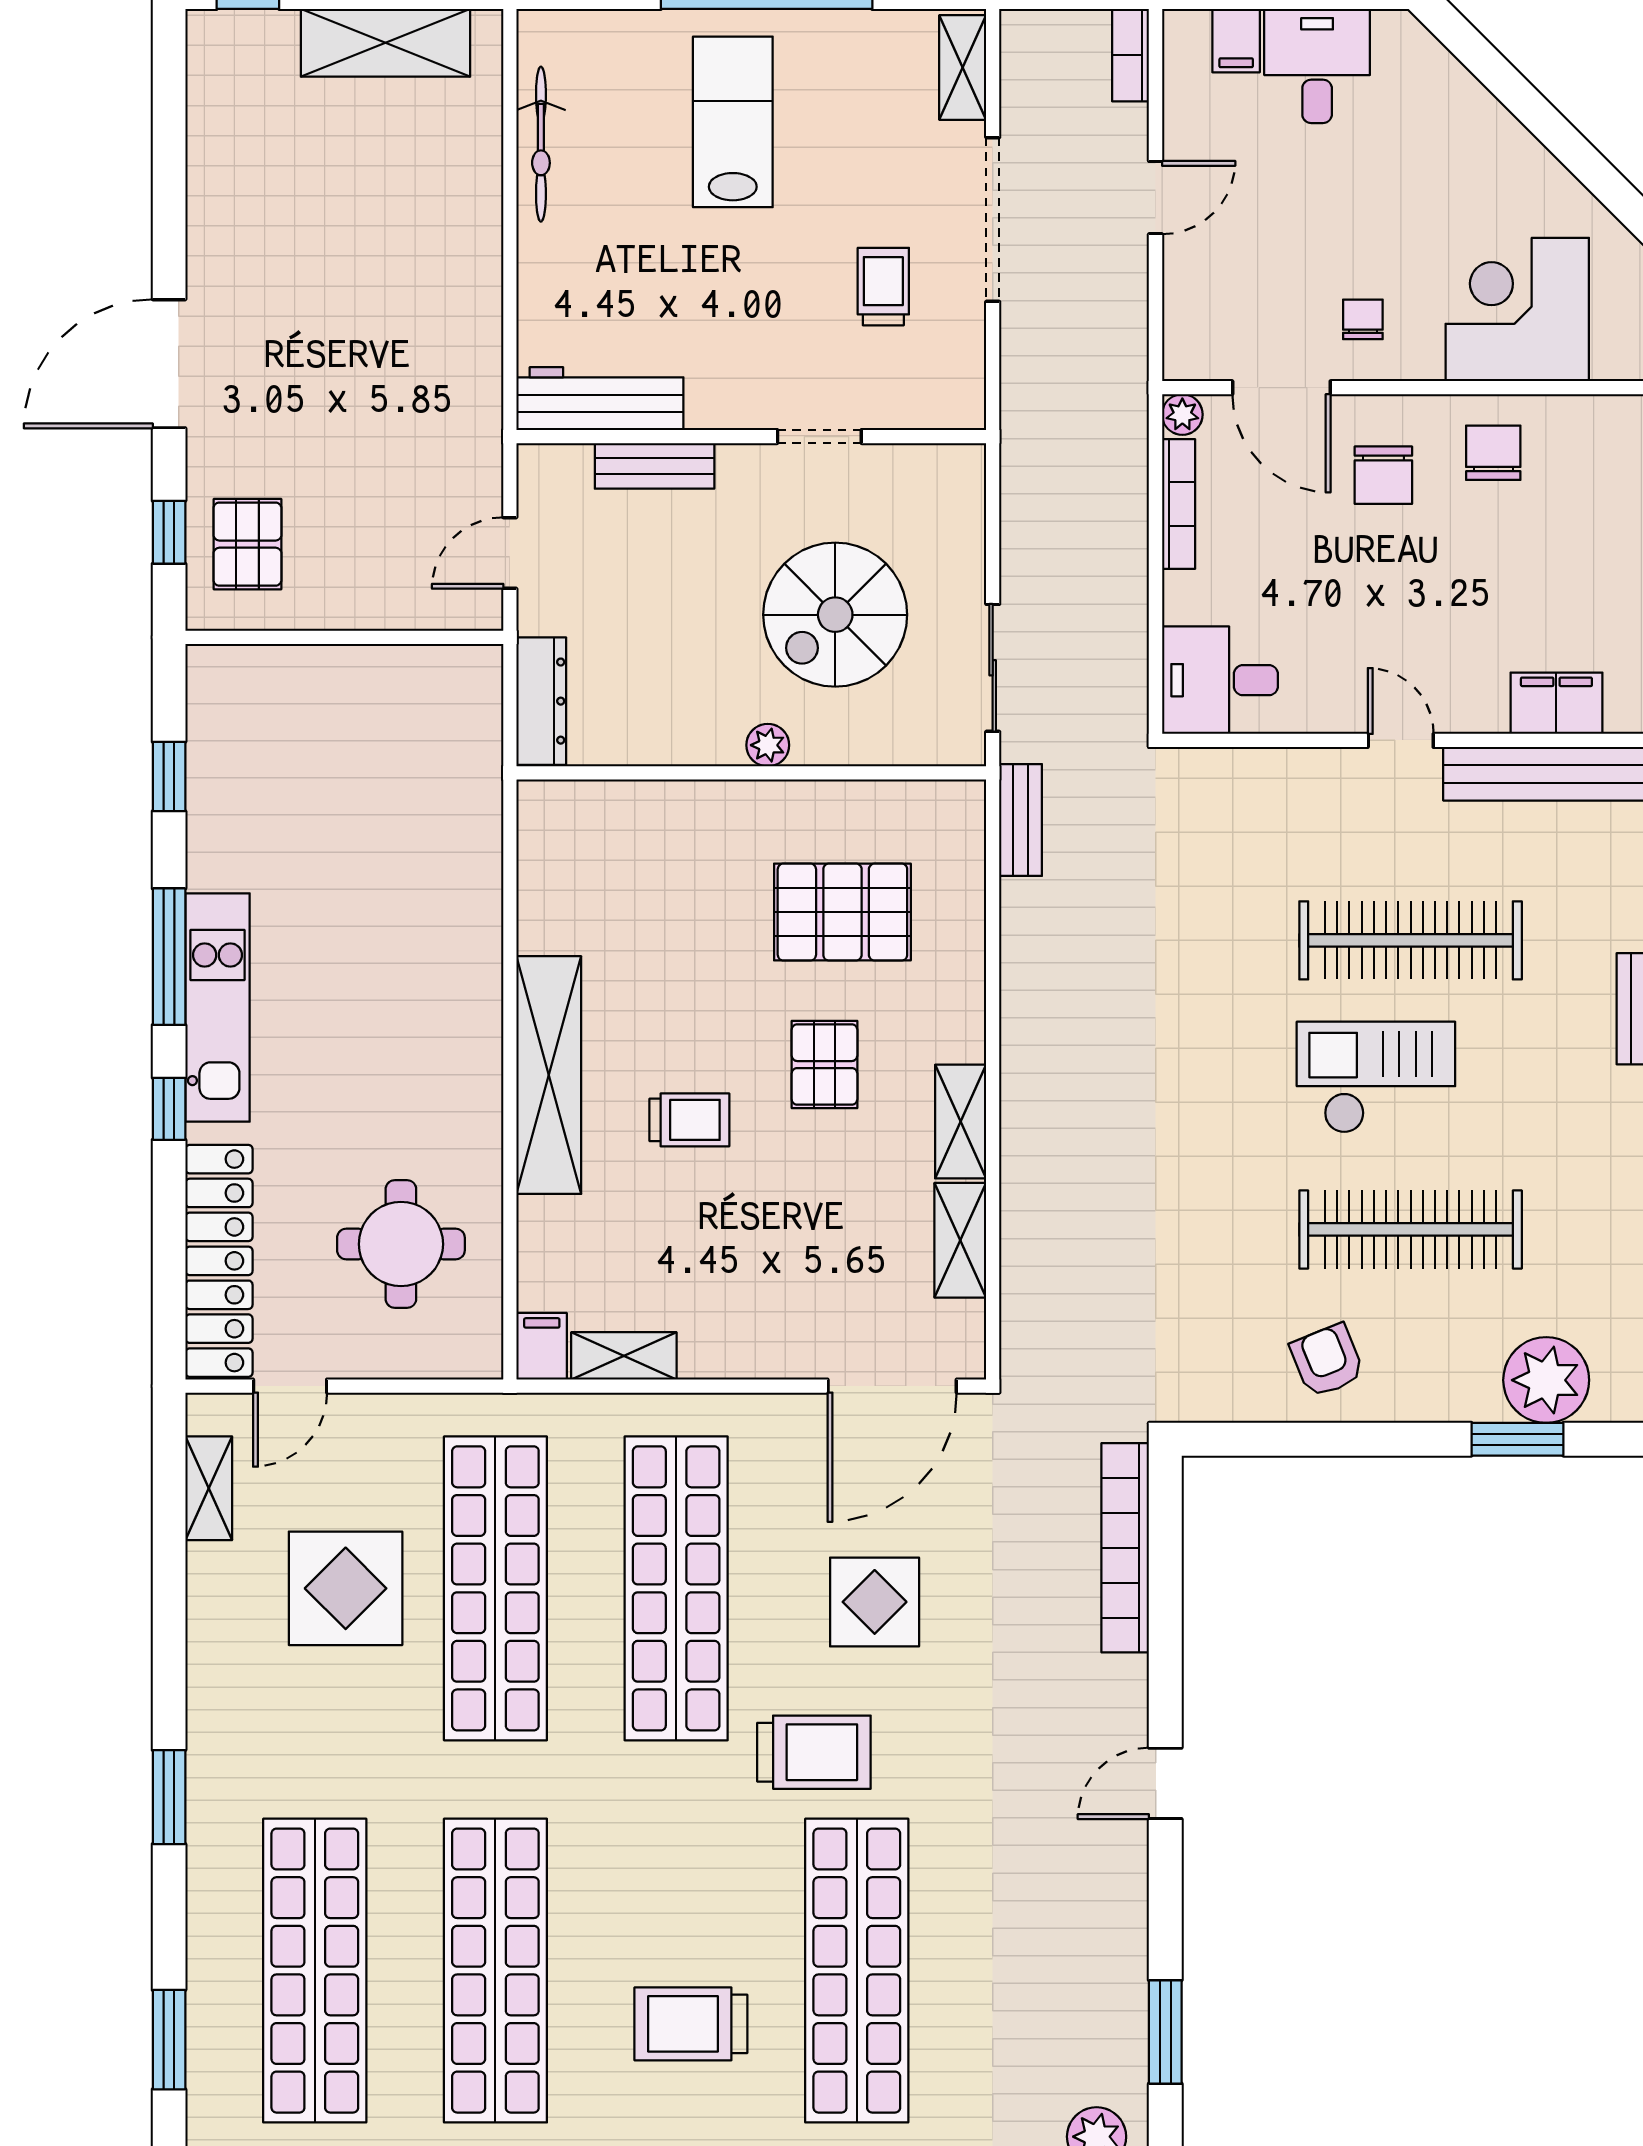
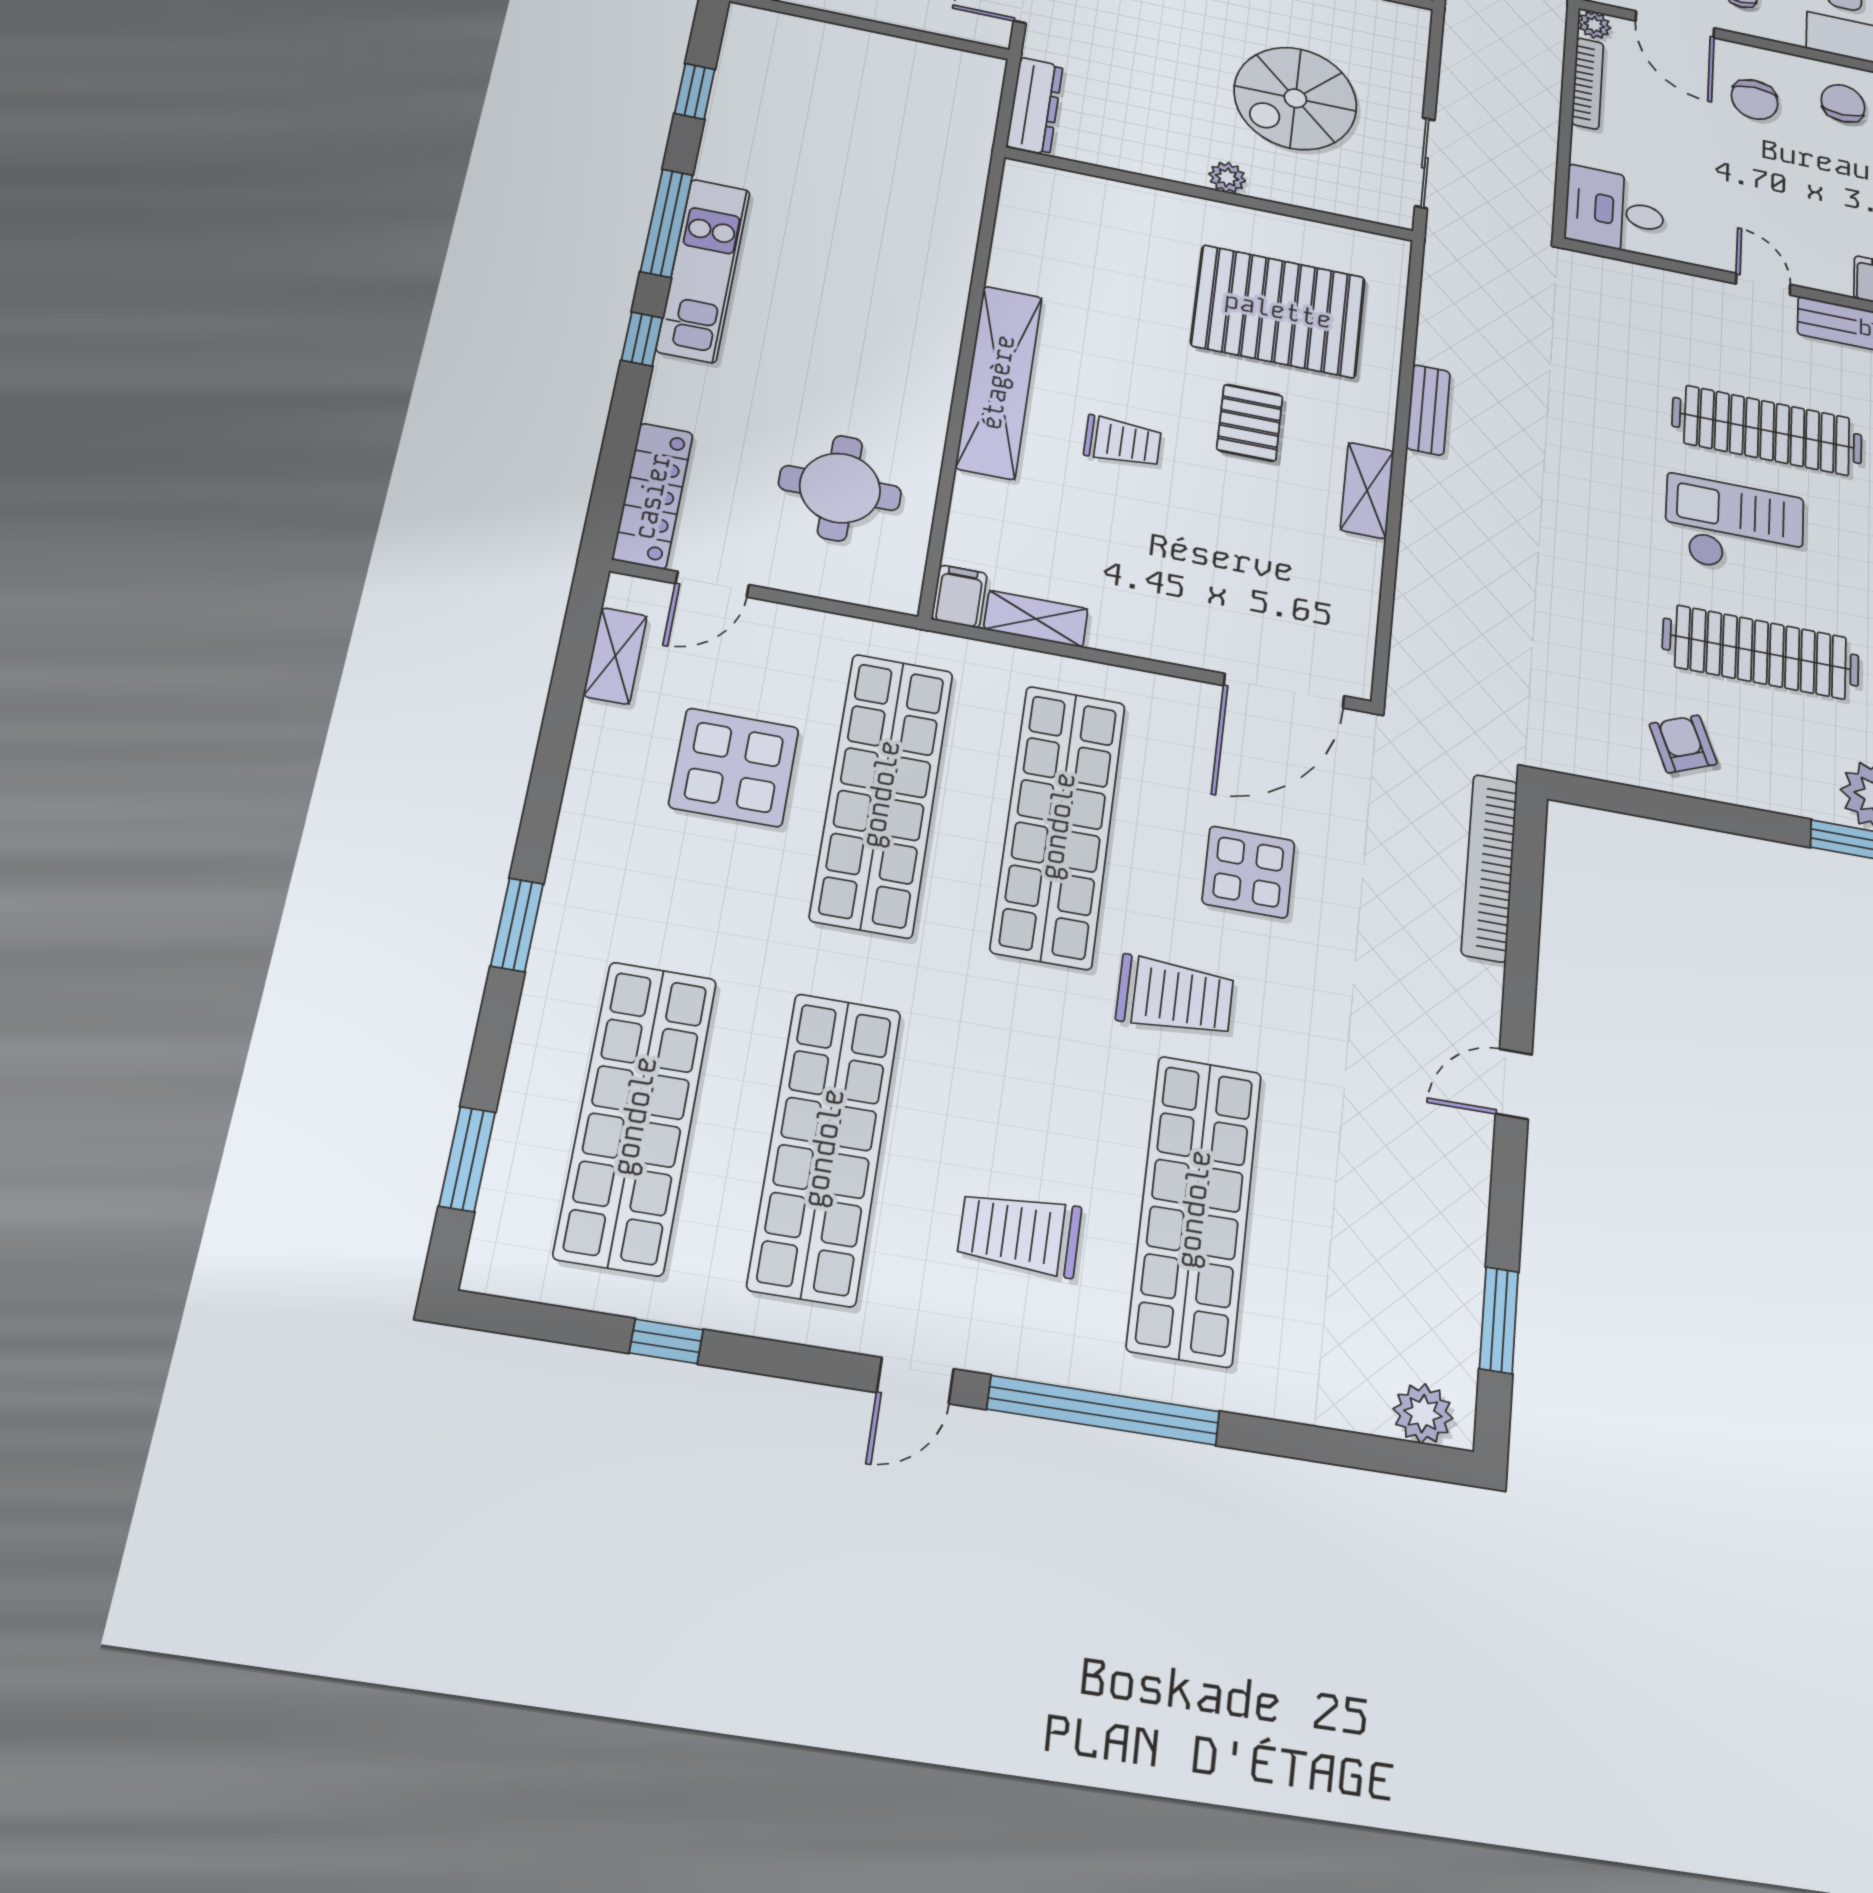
bench: (1021, 820) -> (1428, 410), moved
pallet: (842, 912) -> (1278, 311), width x1.37, depth x1.41
shelving: (960, 1240) -> (1358, 584), removed
locker: (219, 1261) -> (653, 496), width x0.71, depth x0.83

